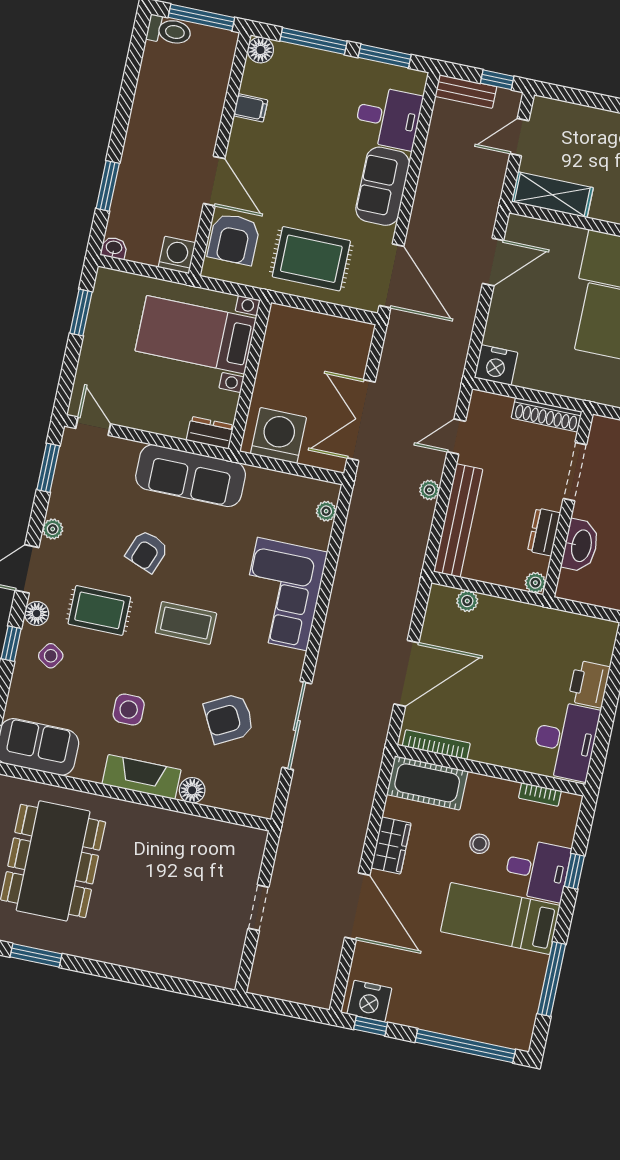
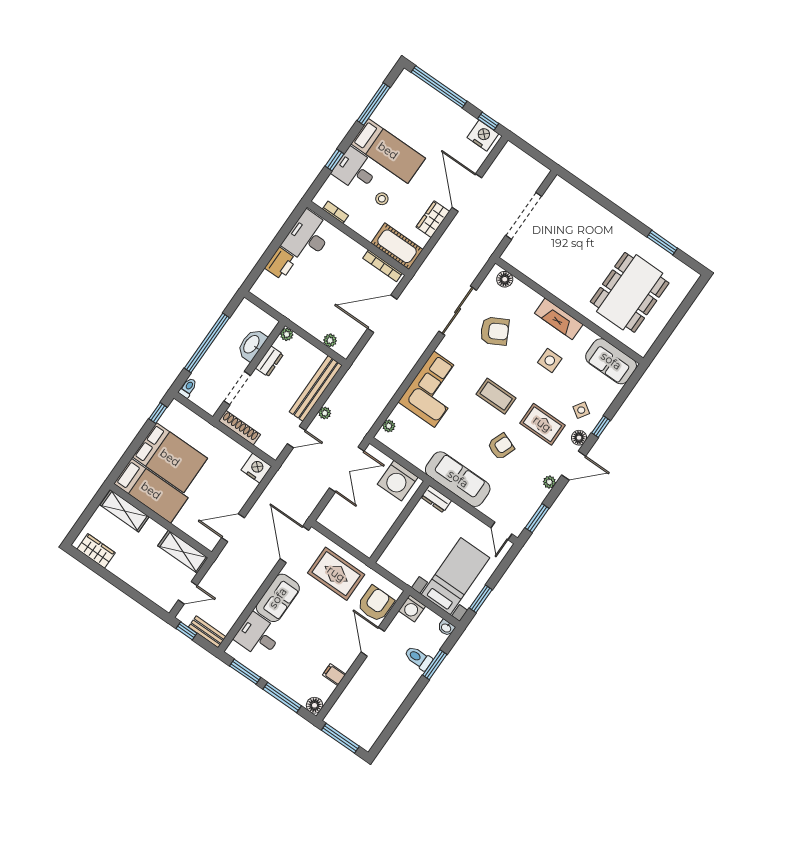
toilet: (169, 31) -> (418, 658), moved
bed with nightstands: (196, 335) -> (456, 576), moved, turned -90
floor lamp: (192, 790) -> (505, 279), moved
doorway: (258, 908) -> (524, 216), width x1.87

